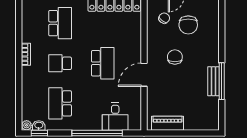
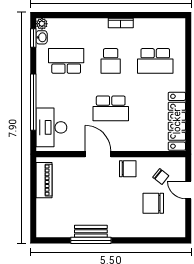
chair: (175, 57) -> (128, 169), moved
school desk: (60, 63) -> (111, 61), turned 180
desk: (115, 117) -> (51, 127), width x1.37

